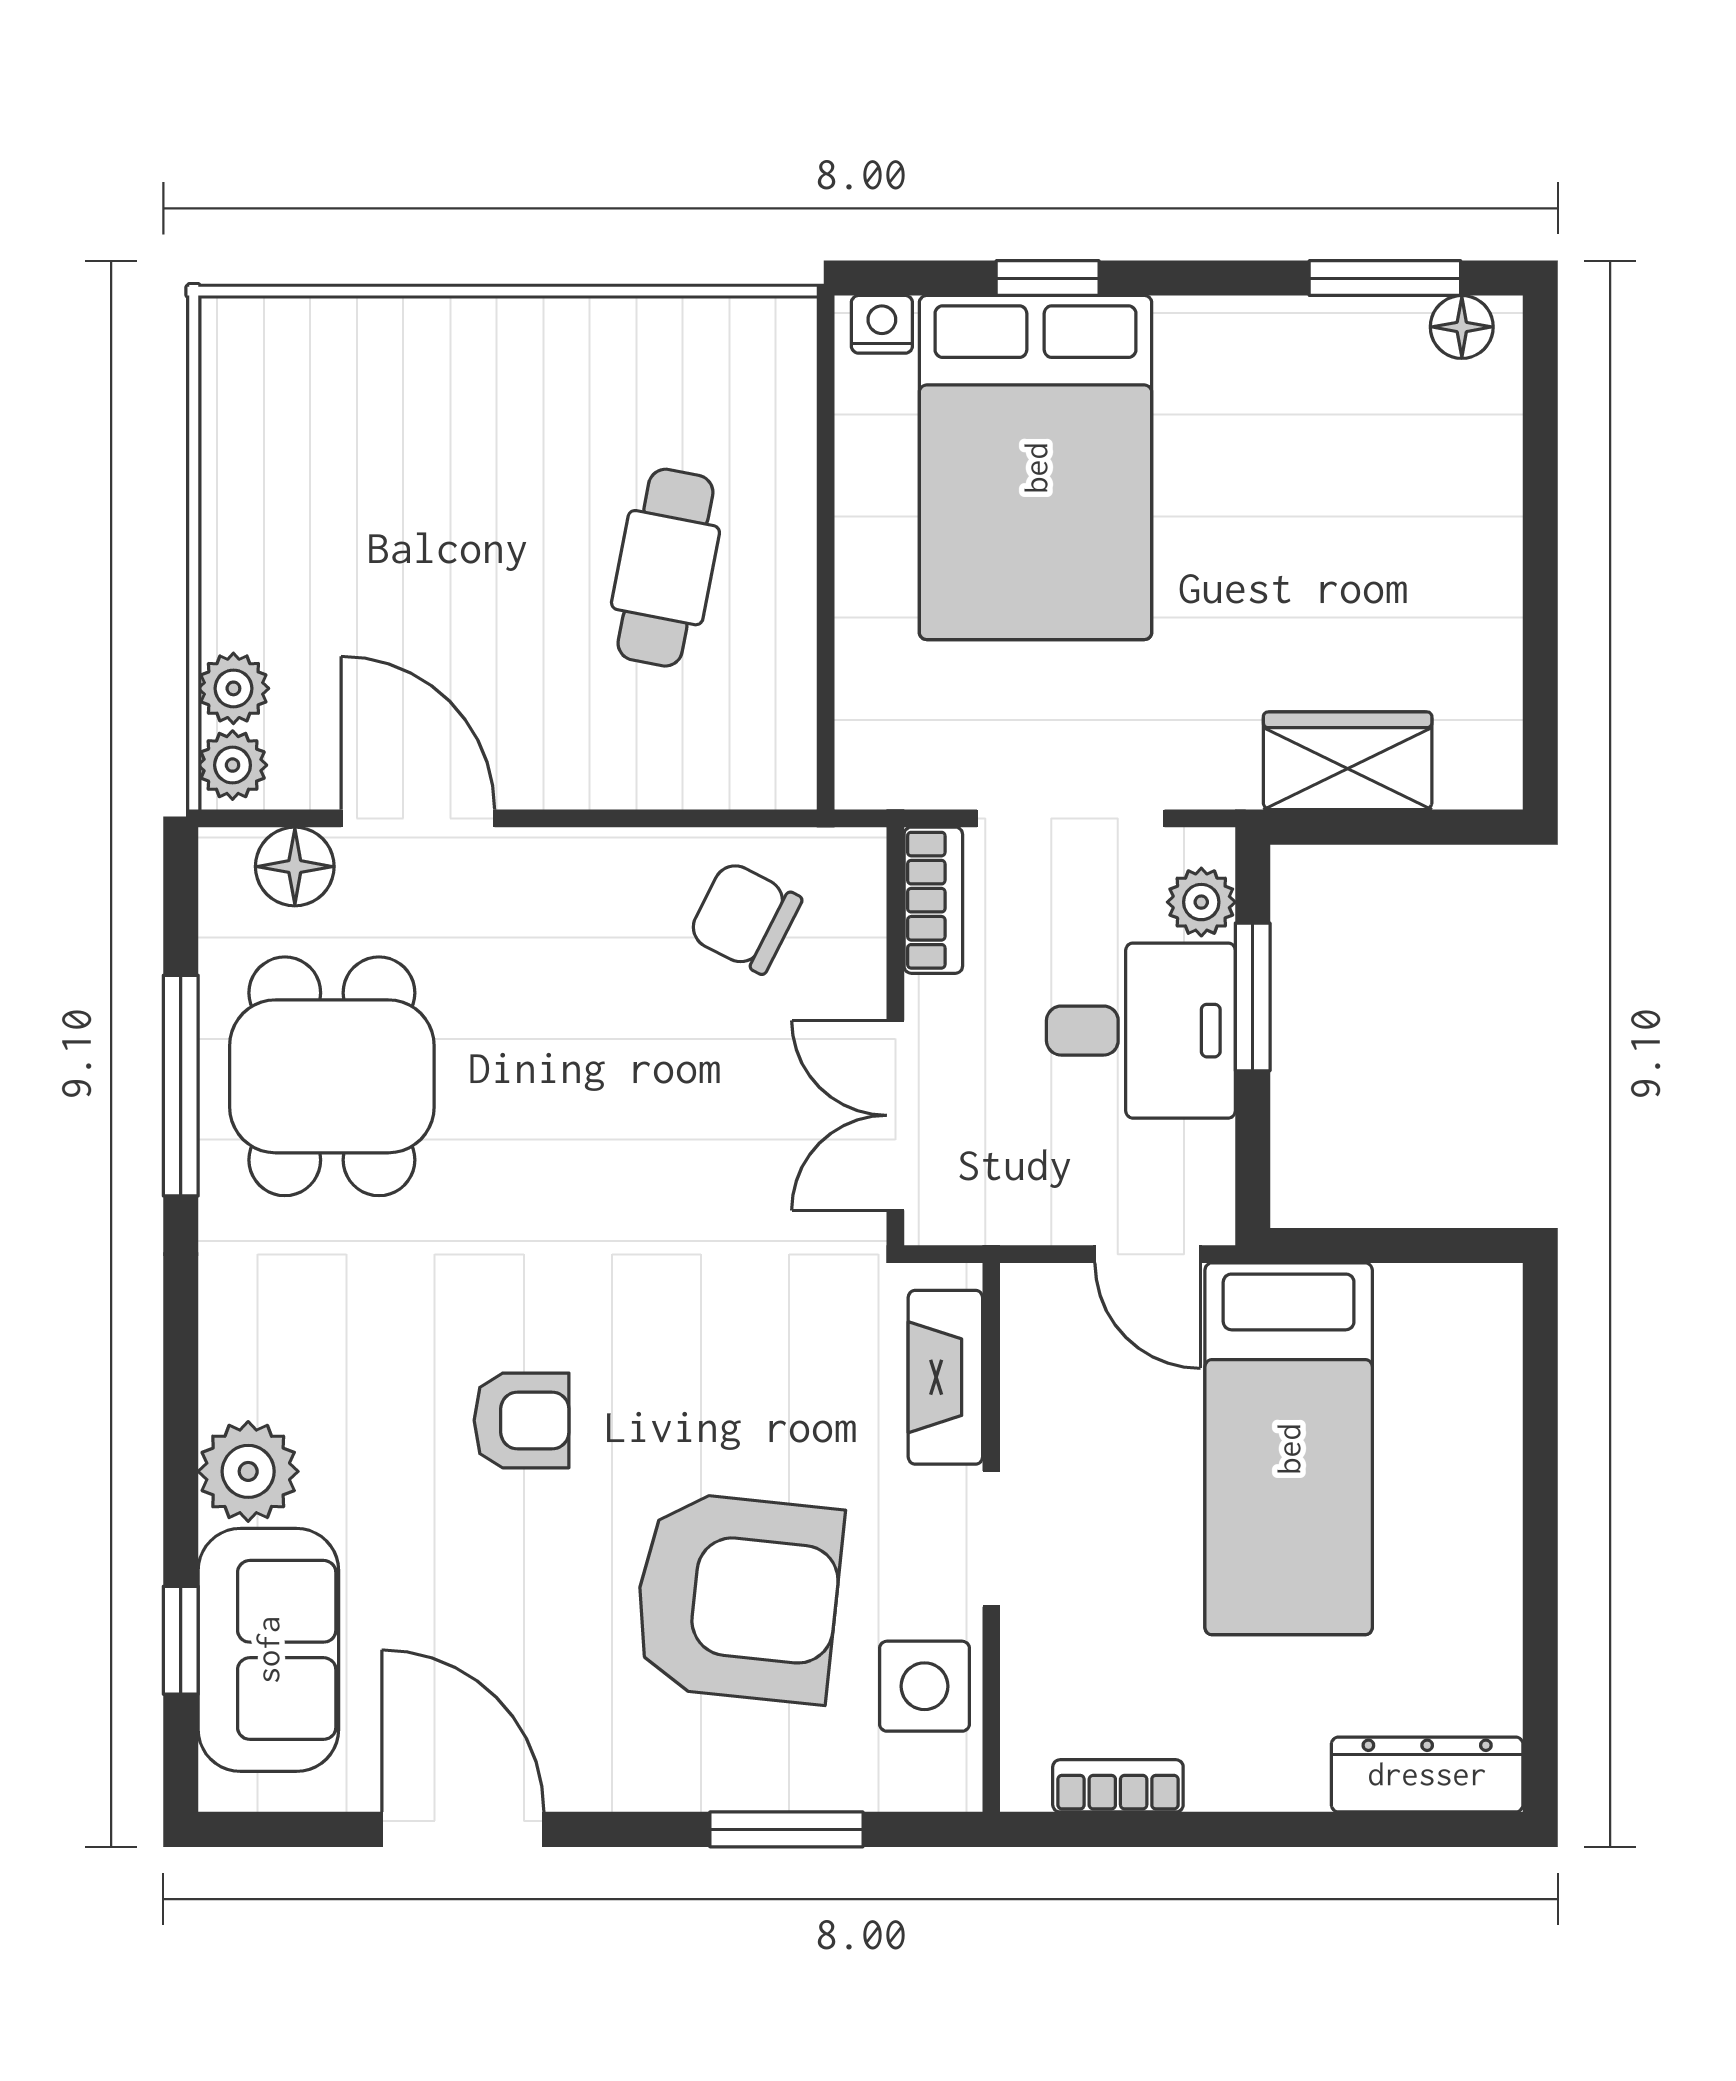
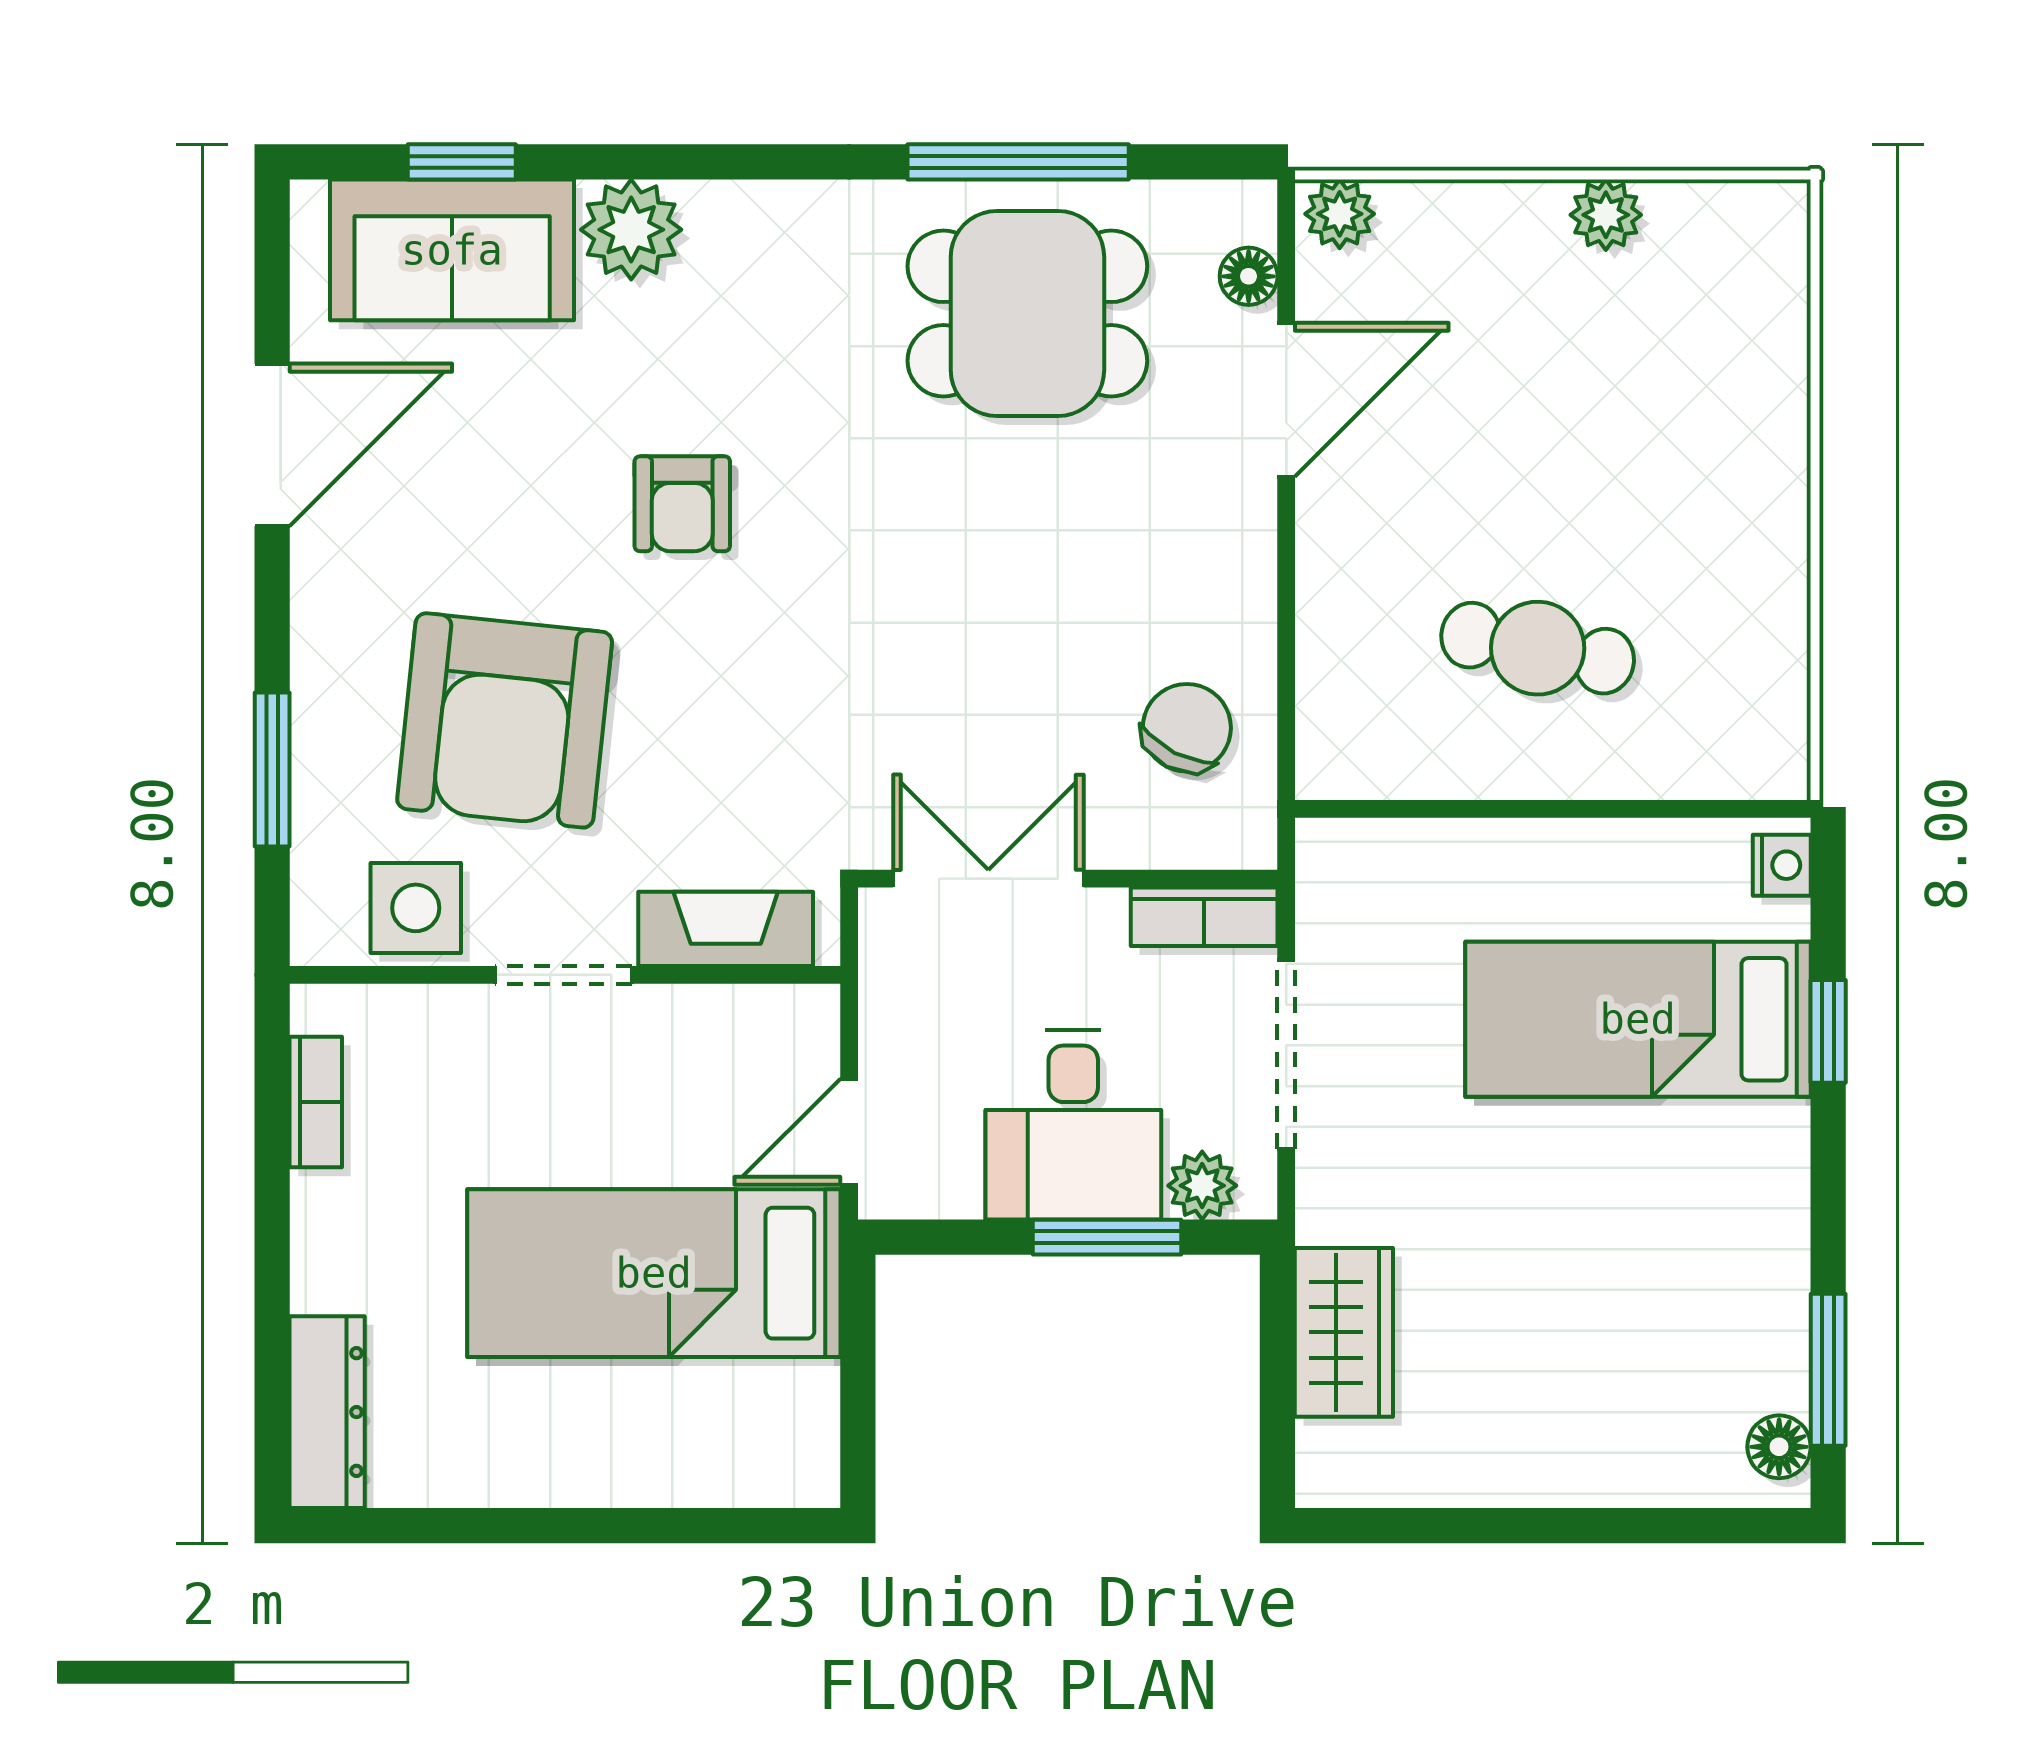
bed: (1036, 468) -> (1638, 1019), width x0.67
plant: (233, 688) -> (1606, 215), moved
floor lamp: (295, 867) -> (1249, 276), width x0.73, depth x0.73

